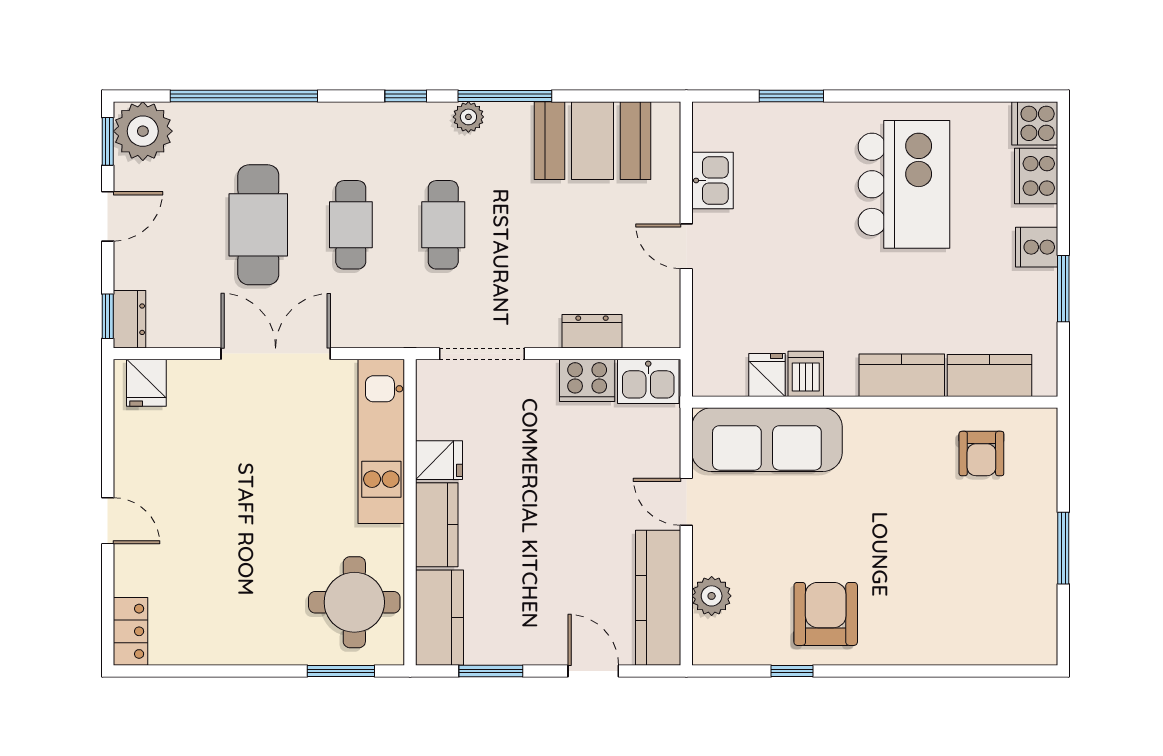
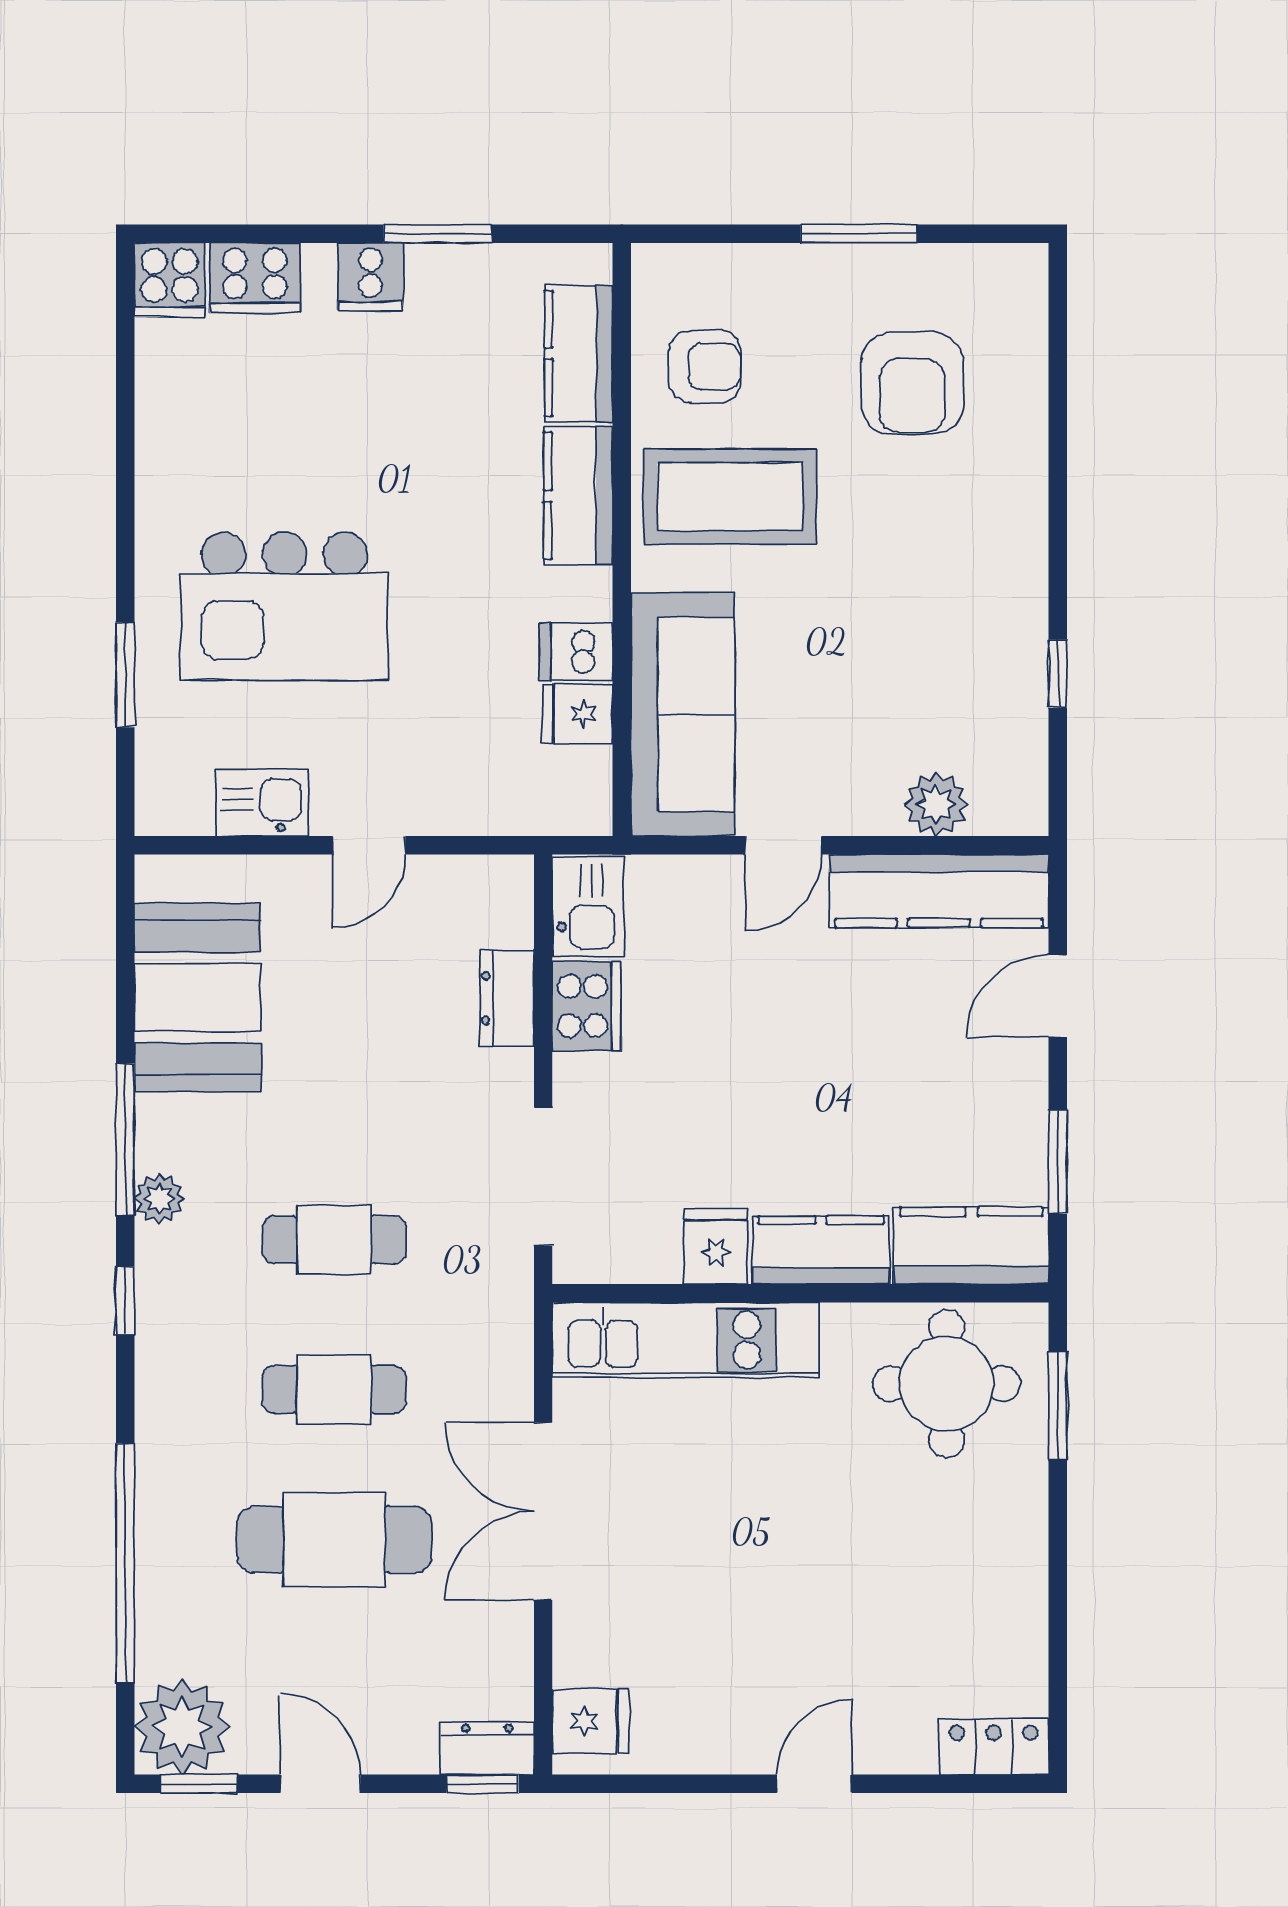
kitchen island: (904, 184) -> (284, 606), moved, turned 180
coffee table: (901, 469) -> (730, 497), added
armchair: (826, 614) -> (912, 383), moved, turned -90

